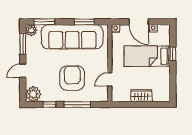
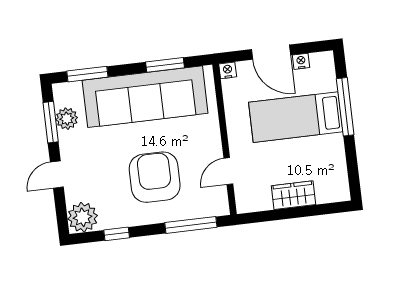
plant: (31, 30) -> (67, 119), moved
window: (173, 54) -> (345, 107), width x2.17
window: (77, 104) -> (191, 225), moved

